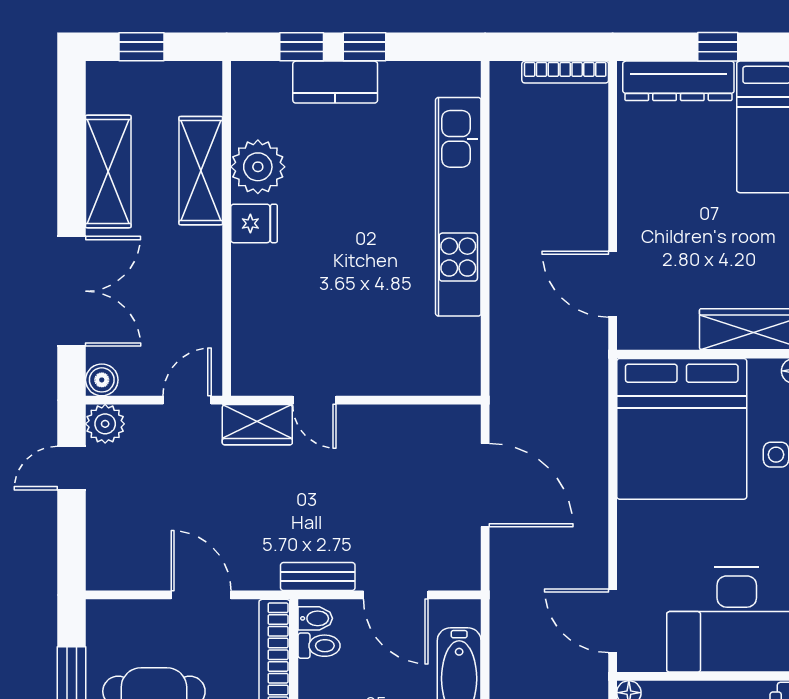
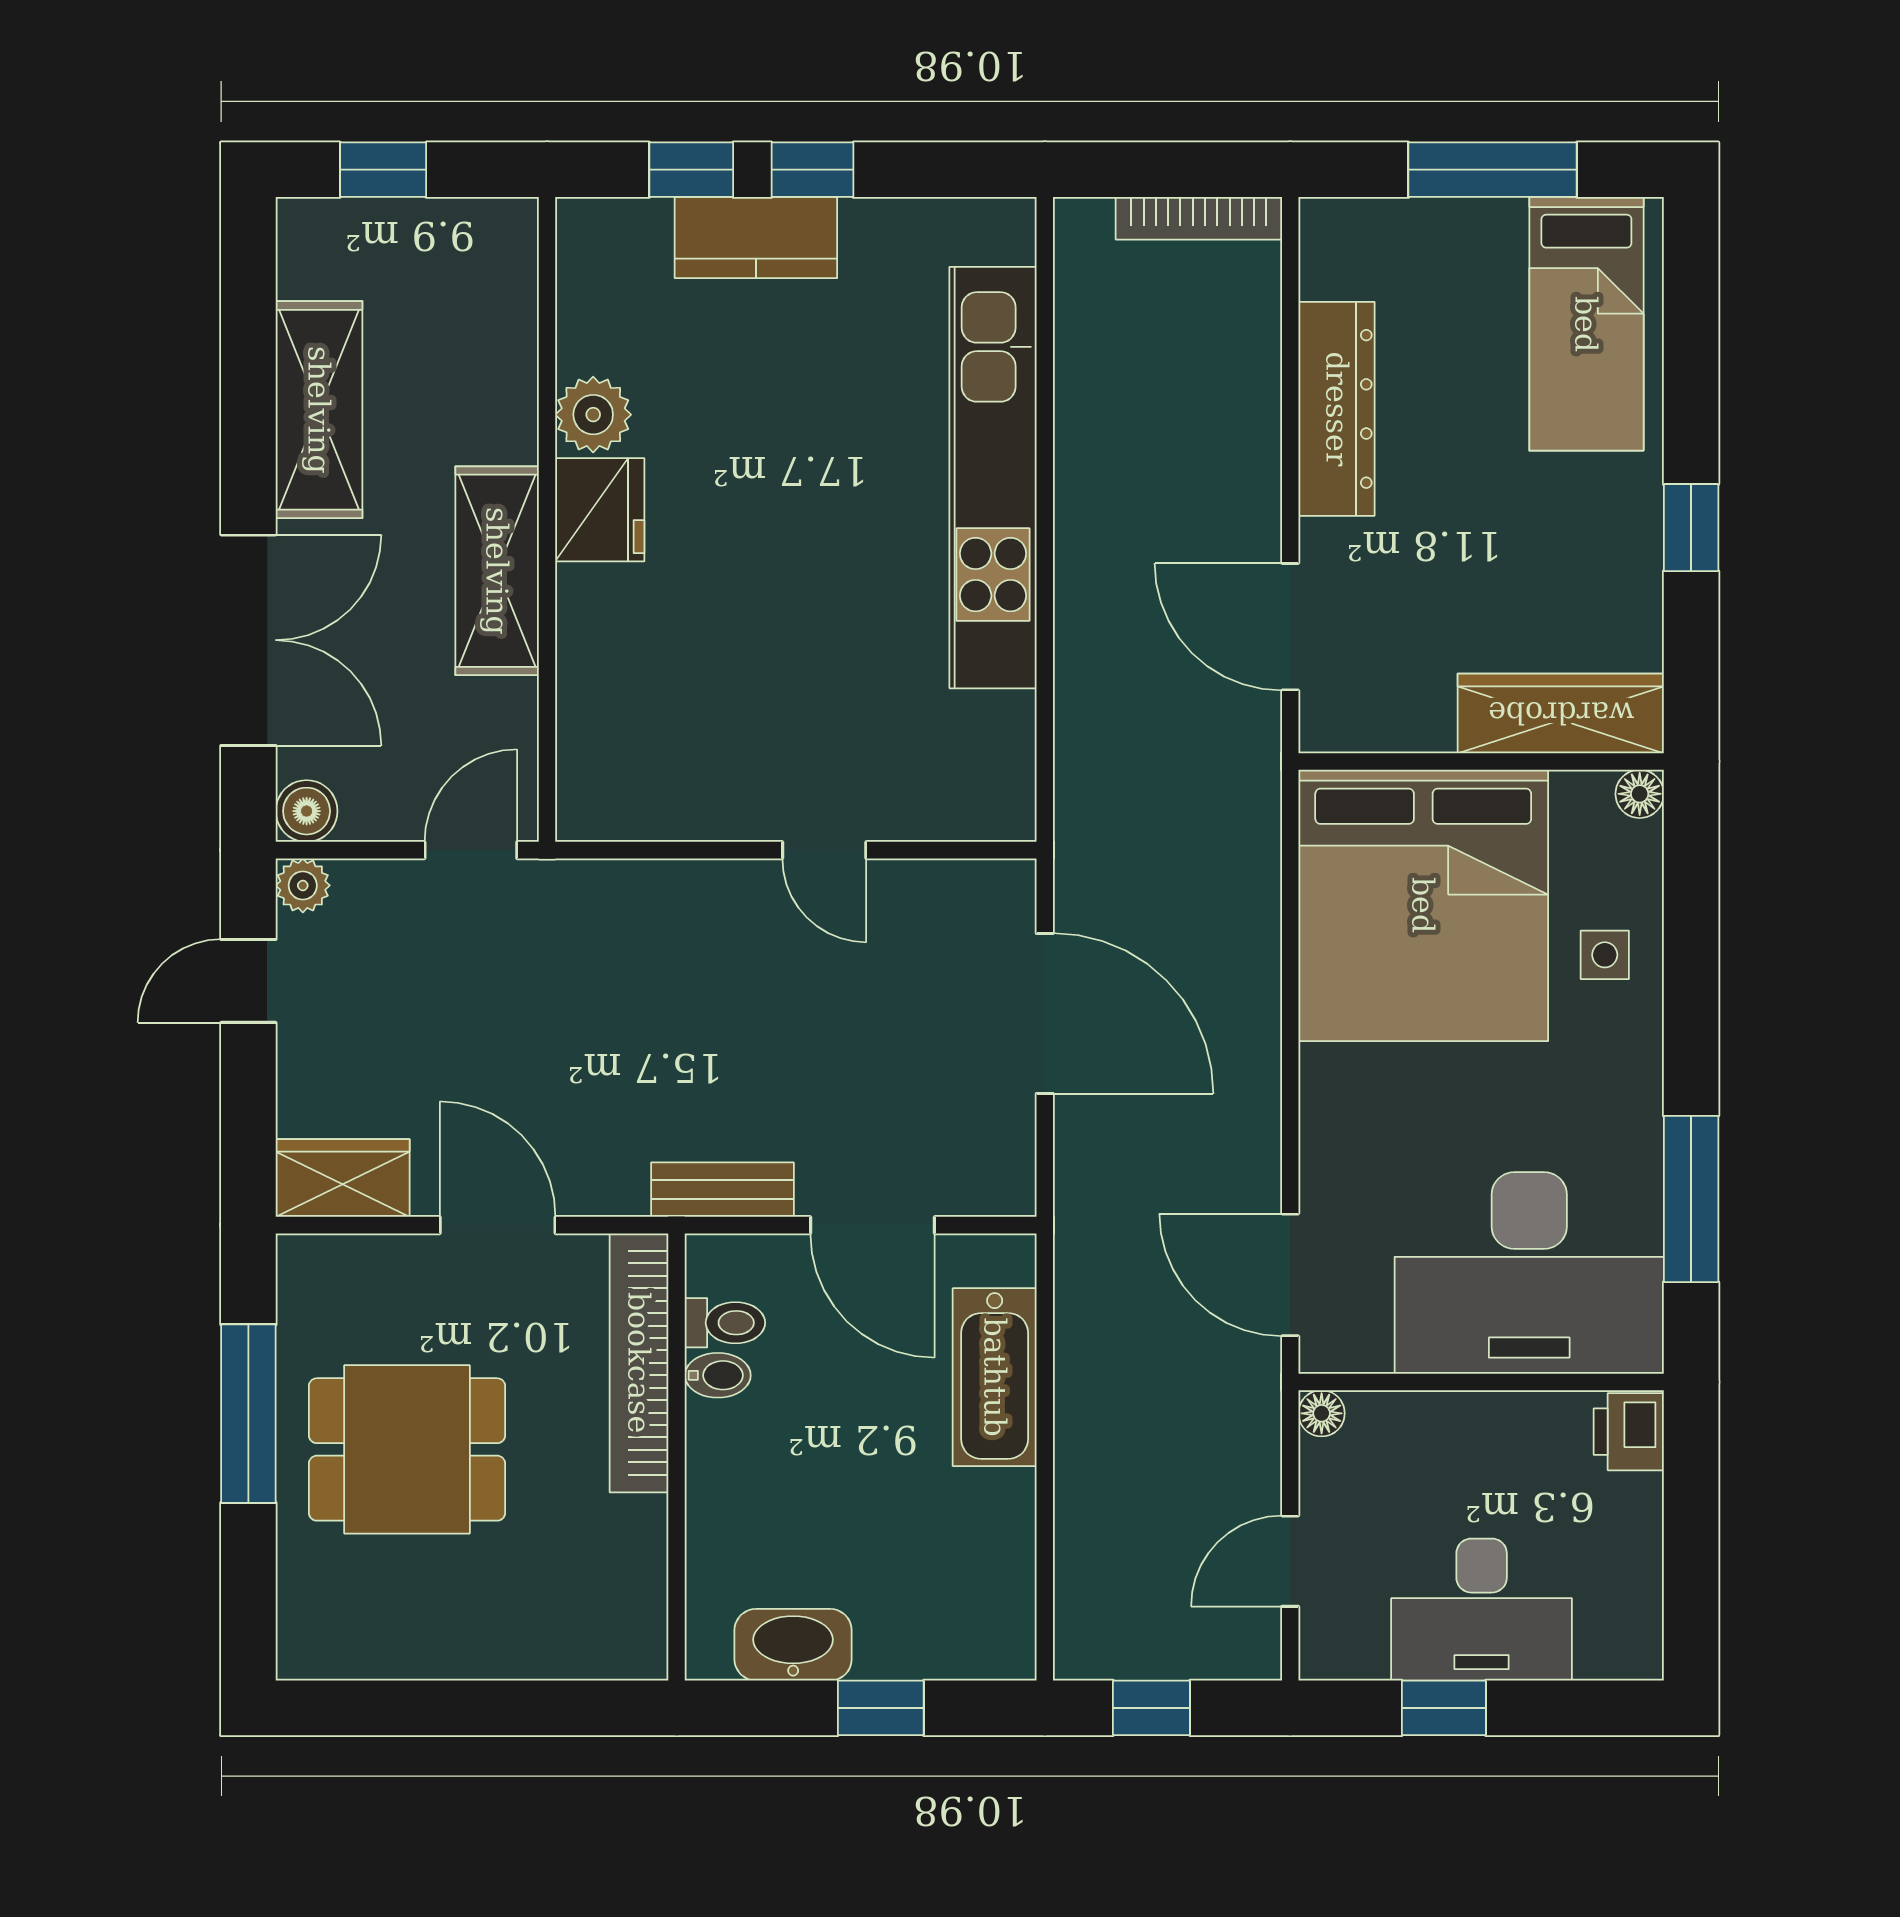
window: (718, 47) -> (1493, 170), width x2.17
dresser: (678, 81) -> (1337, 409), moved, turned -90
plant: (258, 167) -> (593, 415), width x0.73, depth x0.73
shelving: (201, 171) -> (497, 571), moved
fridge: (254, 223) -> (600, 510), width x1.38
door: (314, 400) -> (824, 850), moved
plant: (105, 424) -> (303, 885), width x0.73, depth x0.73
wardrobe: (257, 425) -> (343, 1178), moved, turned 180
bidet: (315, 618) -> (718, 1375), moved

